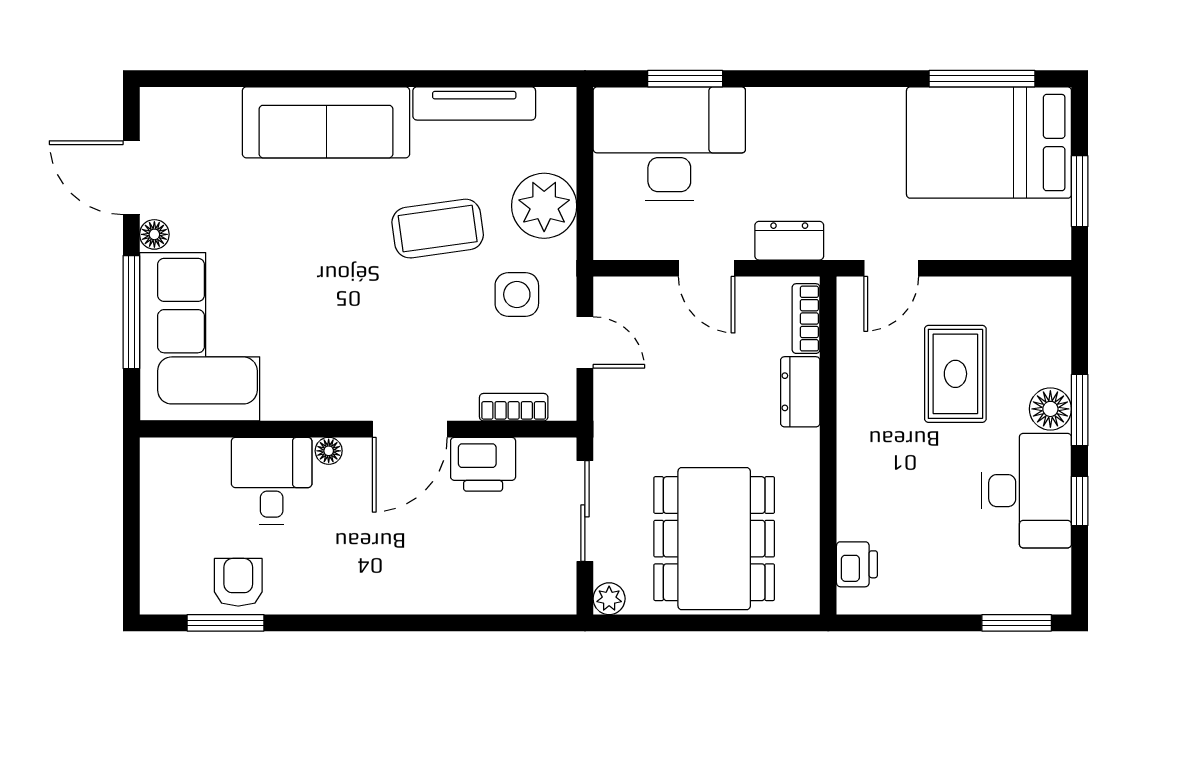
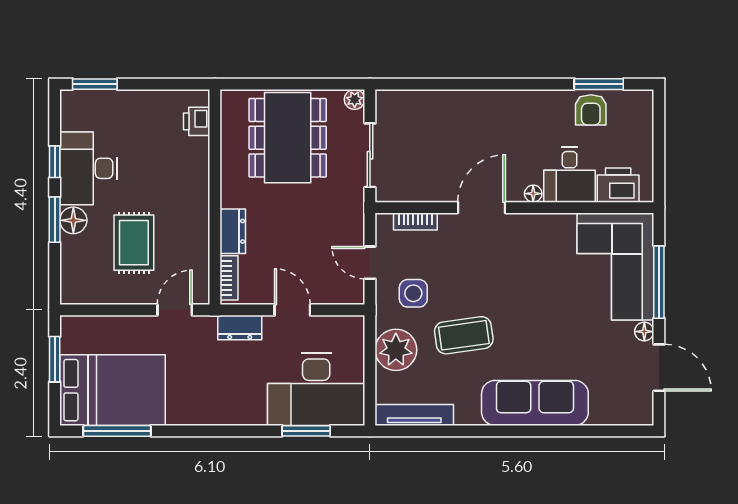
tv unit: (474, 103) -> (414, 415), moved
printer: (483, 464) -> (618, 185), moved

